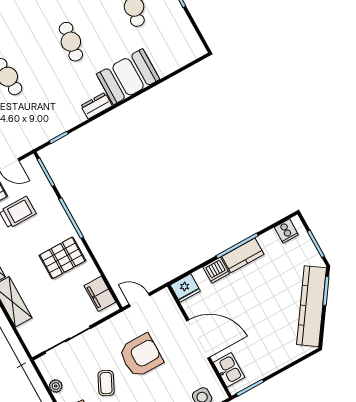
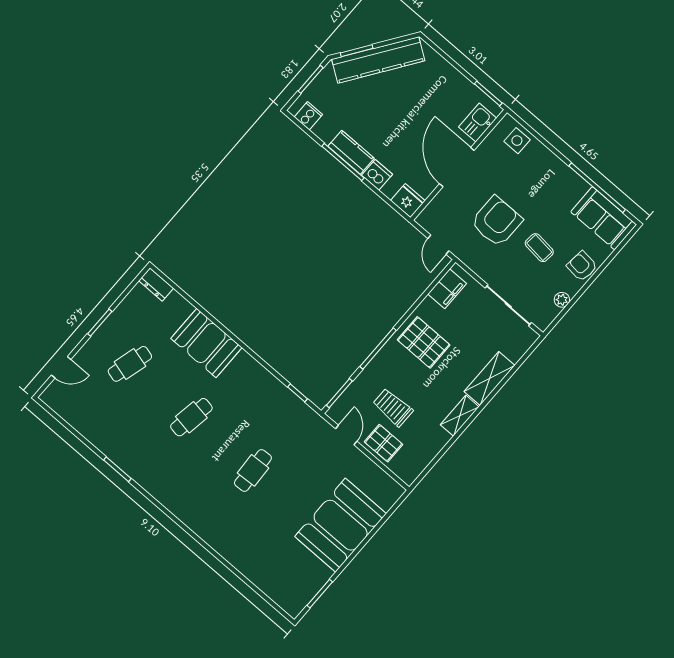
dresser: (96, 106) -> (156, 284), moved
armchair: (141, 355) -> (497, 221), turned 90
coffee table: (106, 383) -> (539, 248), turned 70

